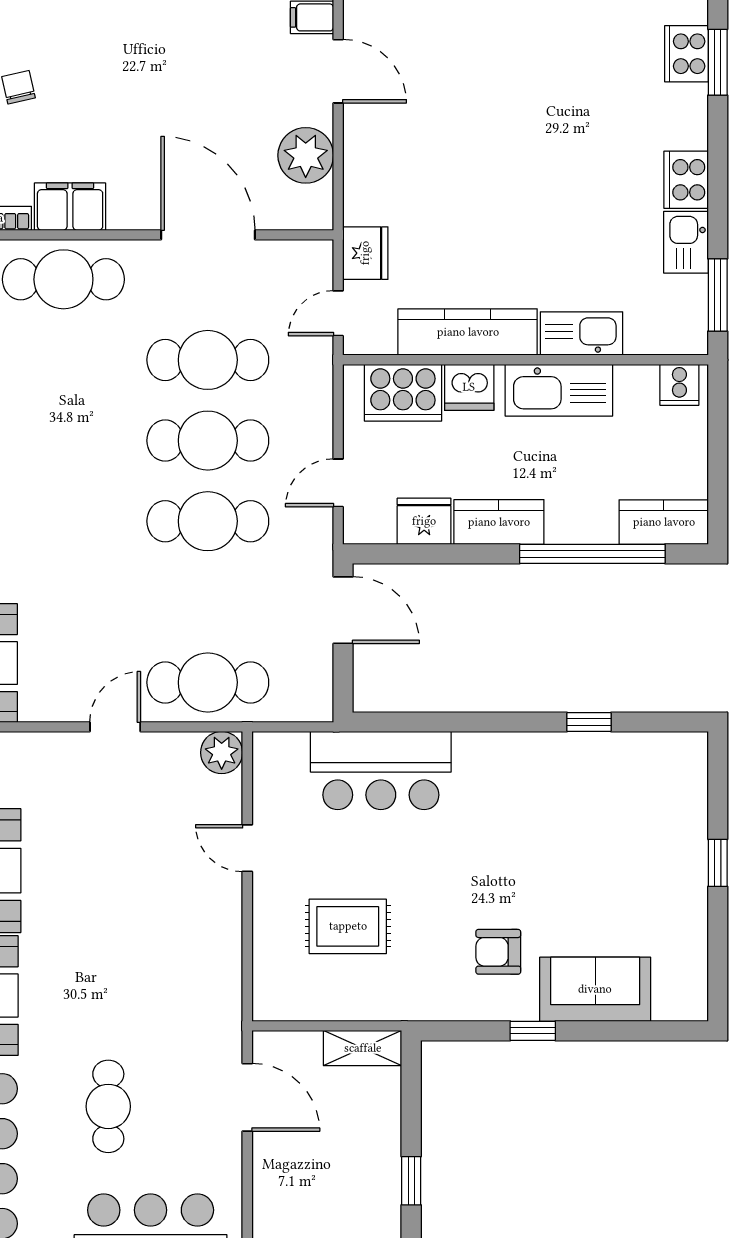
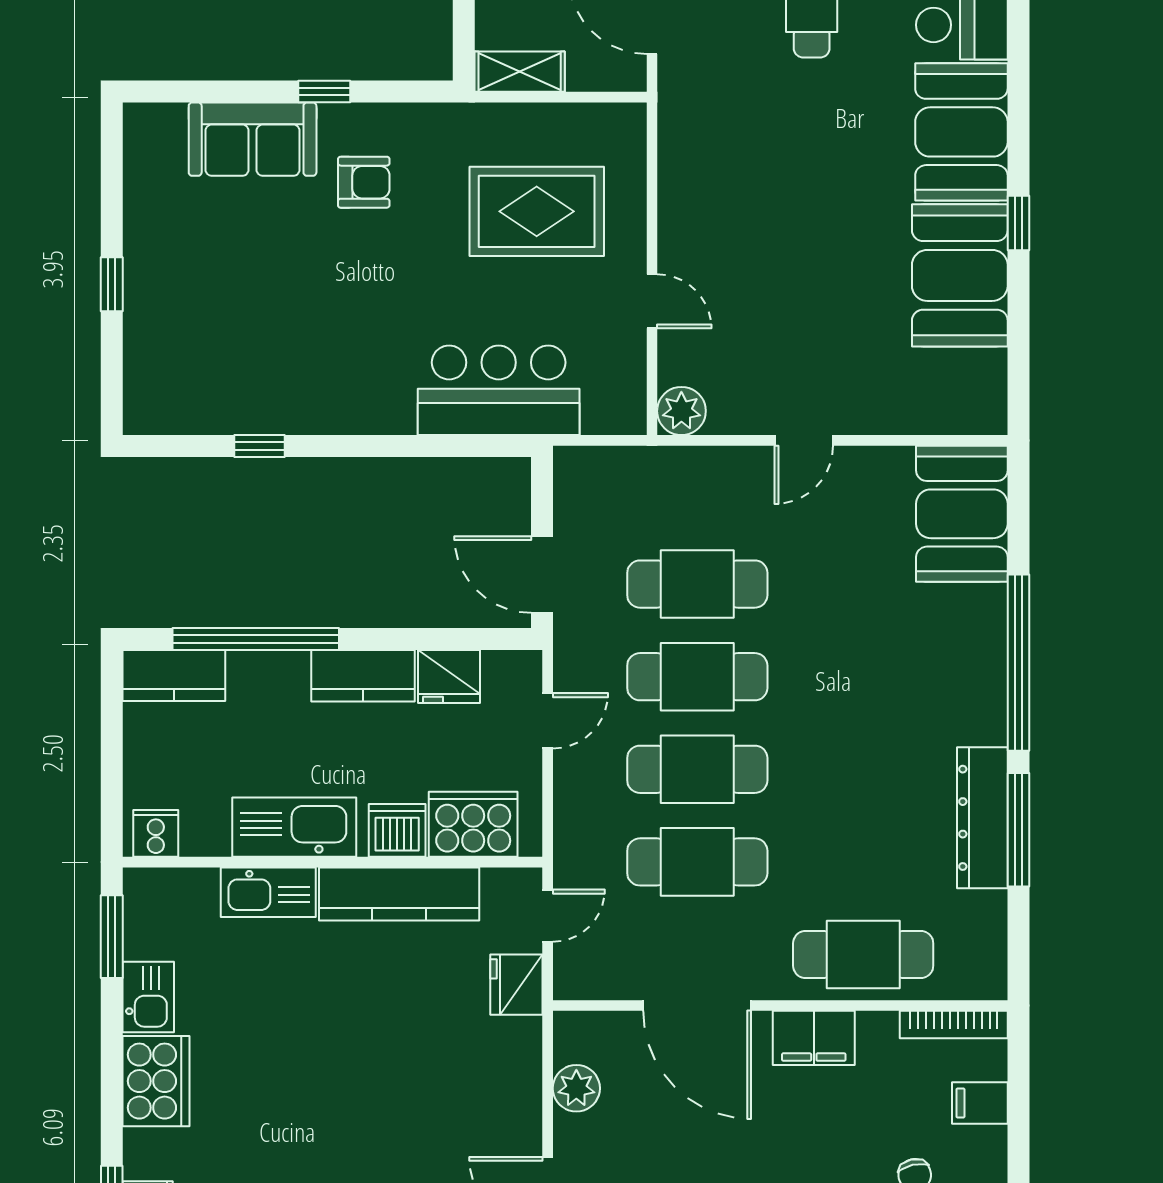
plant: (306, 155) -> (576, 1088), width x0.73, depth x0.73
cooker: (686, 180) -> (156, 1081), width x1.37, depth x1.31
filing cabinet: (70, 207) -> (814, 1038), moved
cafe table: (208, 682) -> (697, 584), moved
rug: (348, 926) -> (537, 211), width x1.36, depth x1.43

